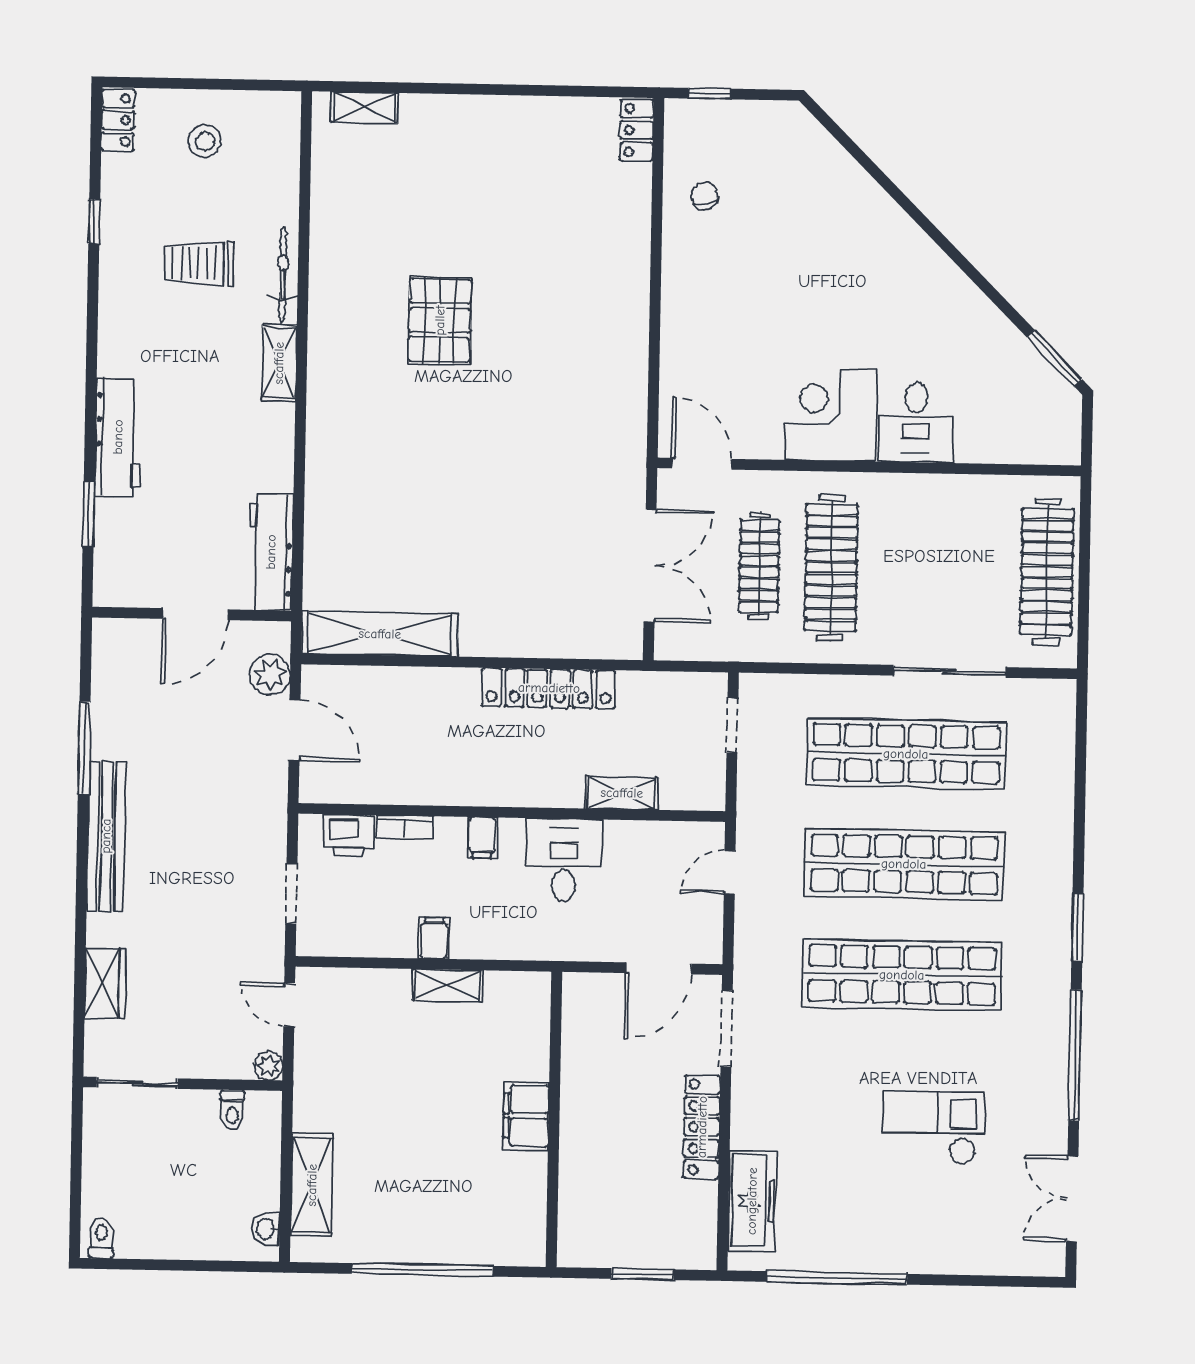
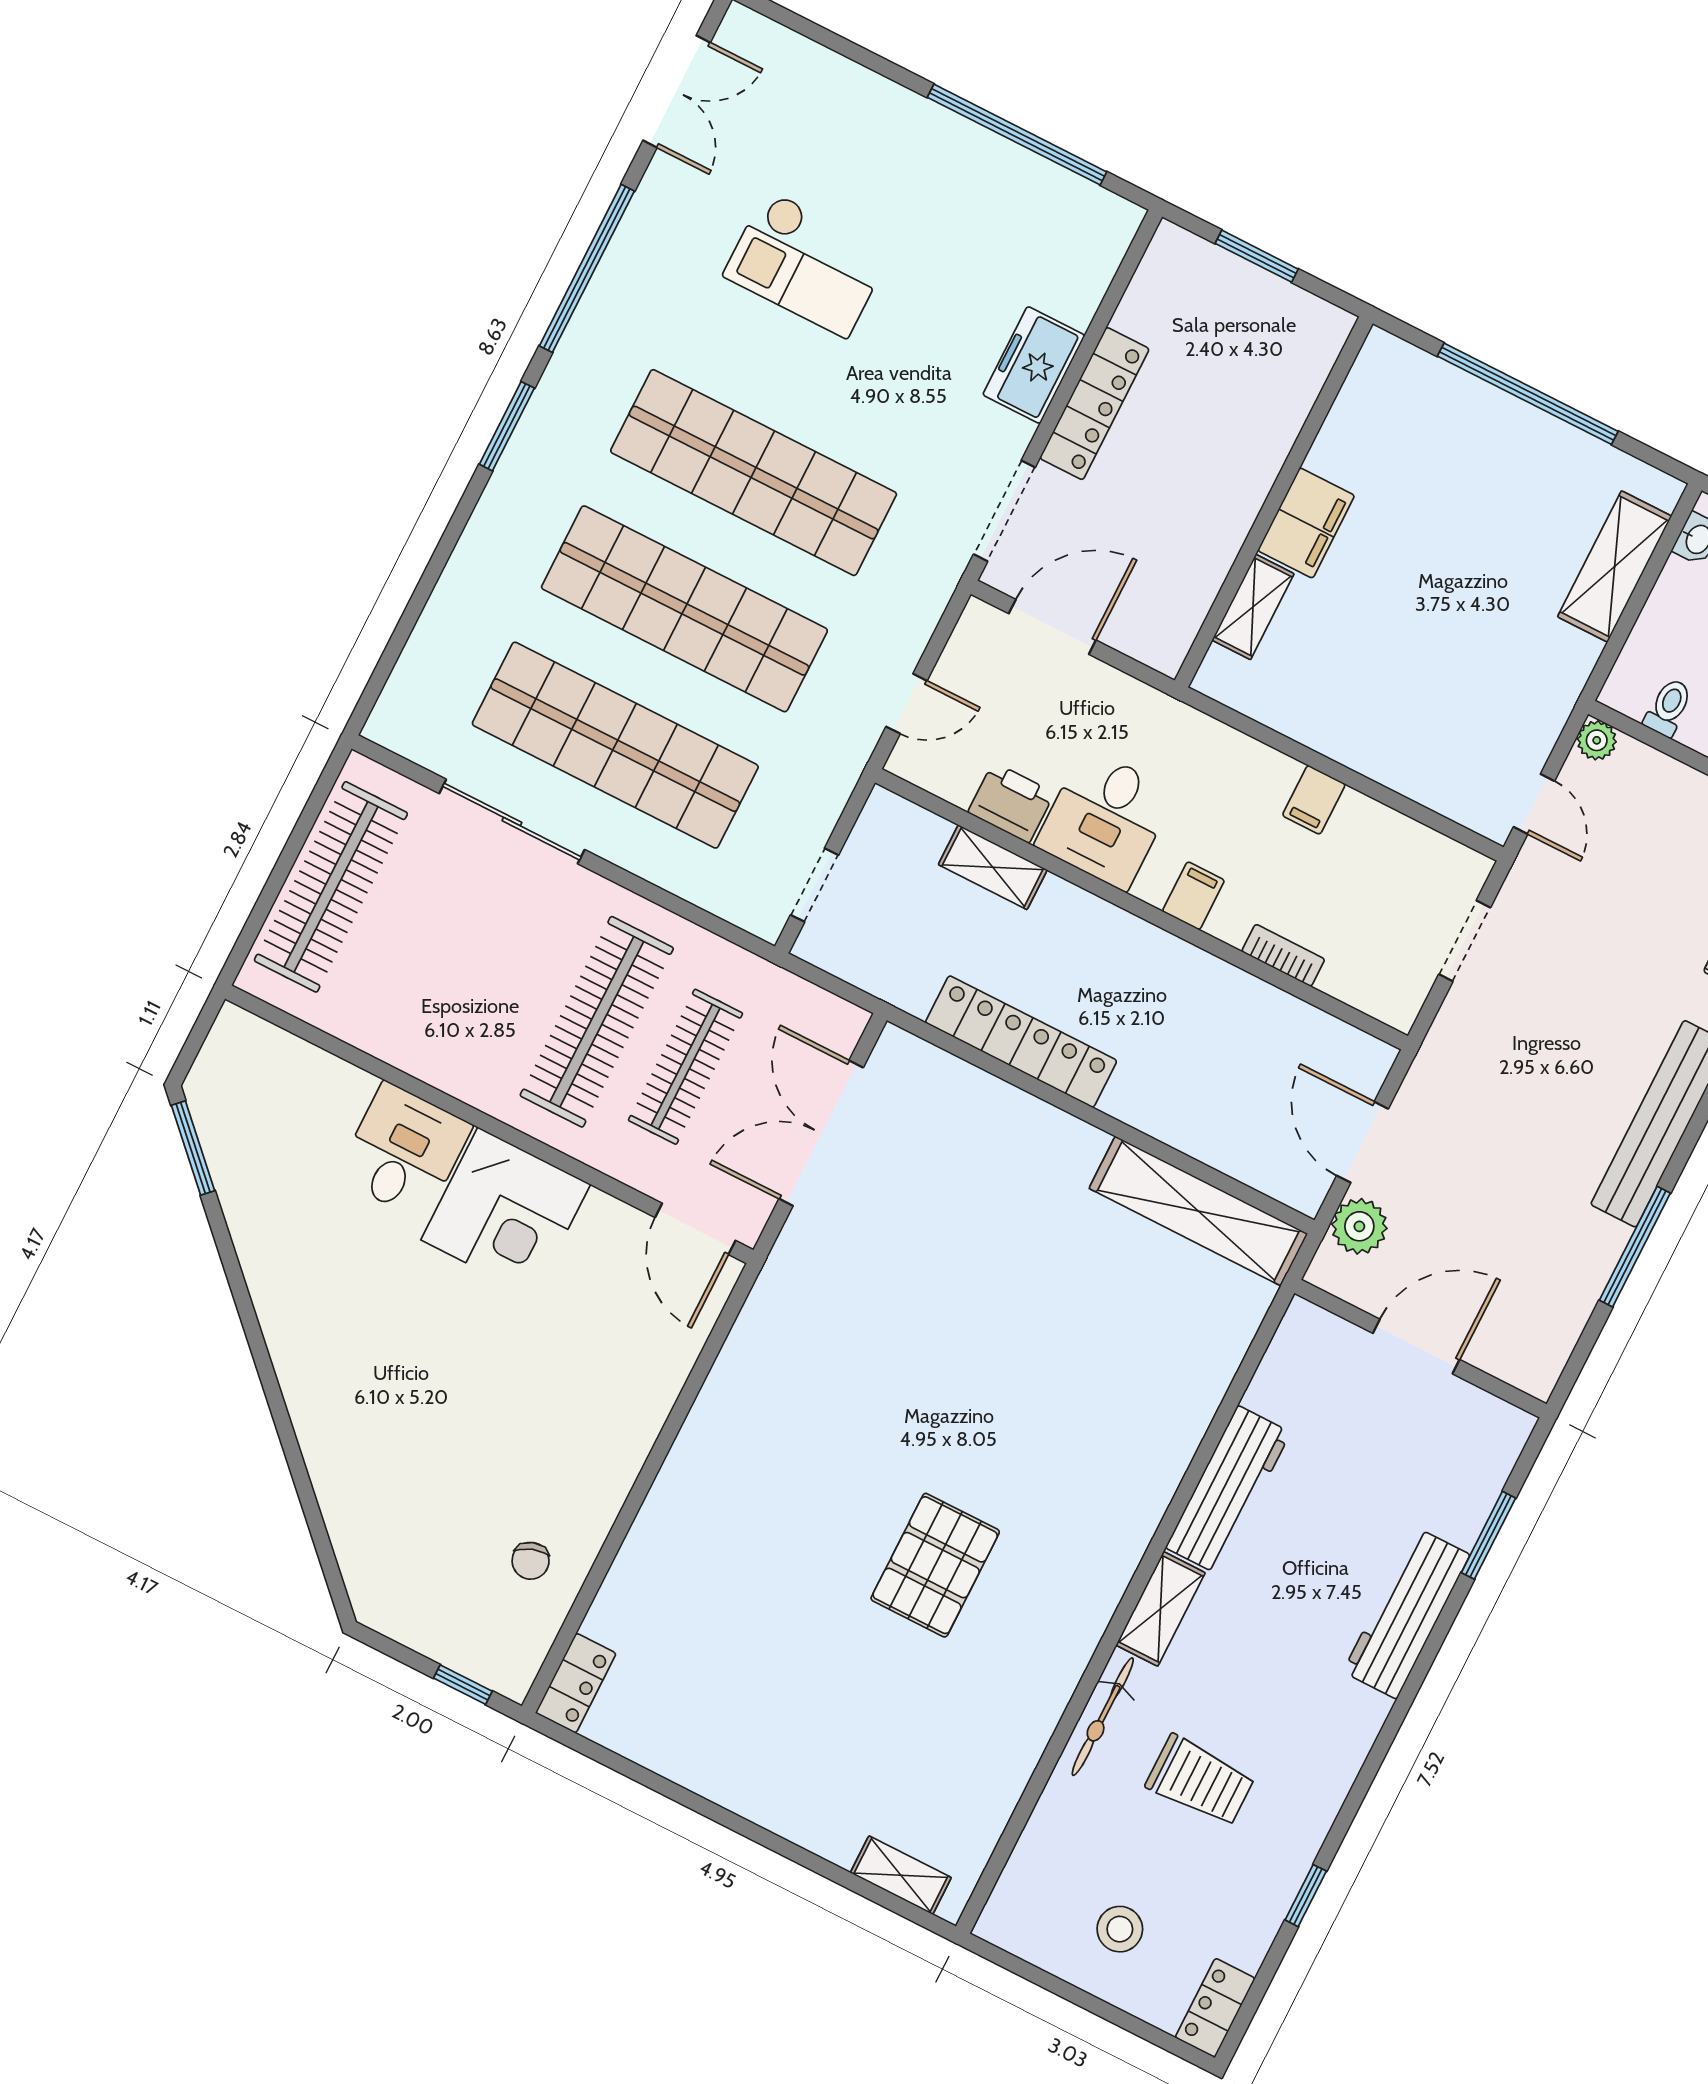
workbench: (271, 552) -> (1228, 1490), moved
printer: (348, 835) -> (1011, 803), moved
shelving: (448, 985) -> (1253, 607), moved, turned 90
freezer: (752, 1201) -> (1034, 365), moved, width x0.71

